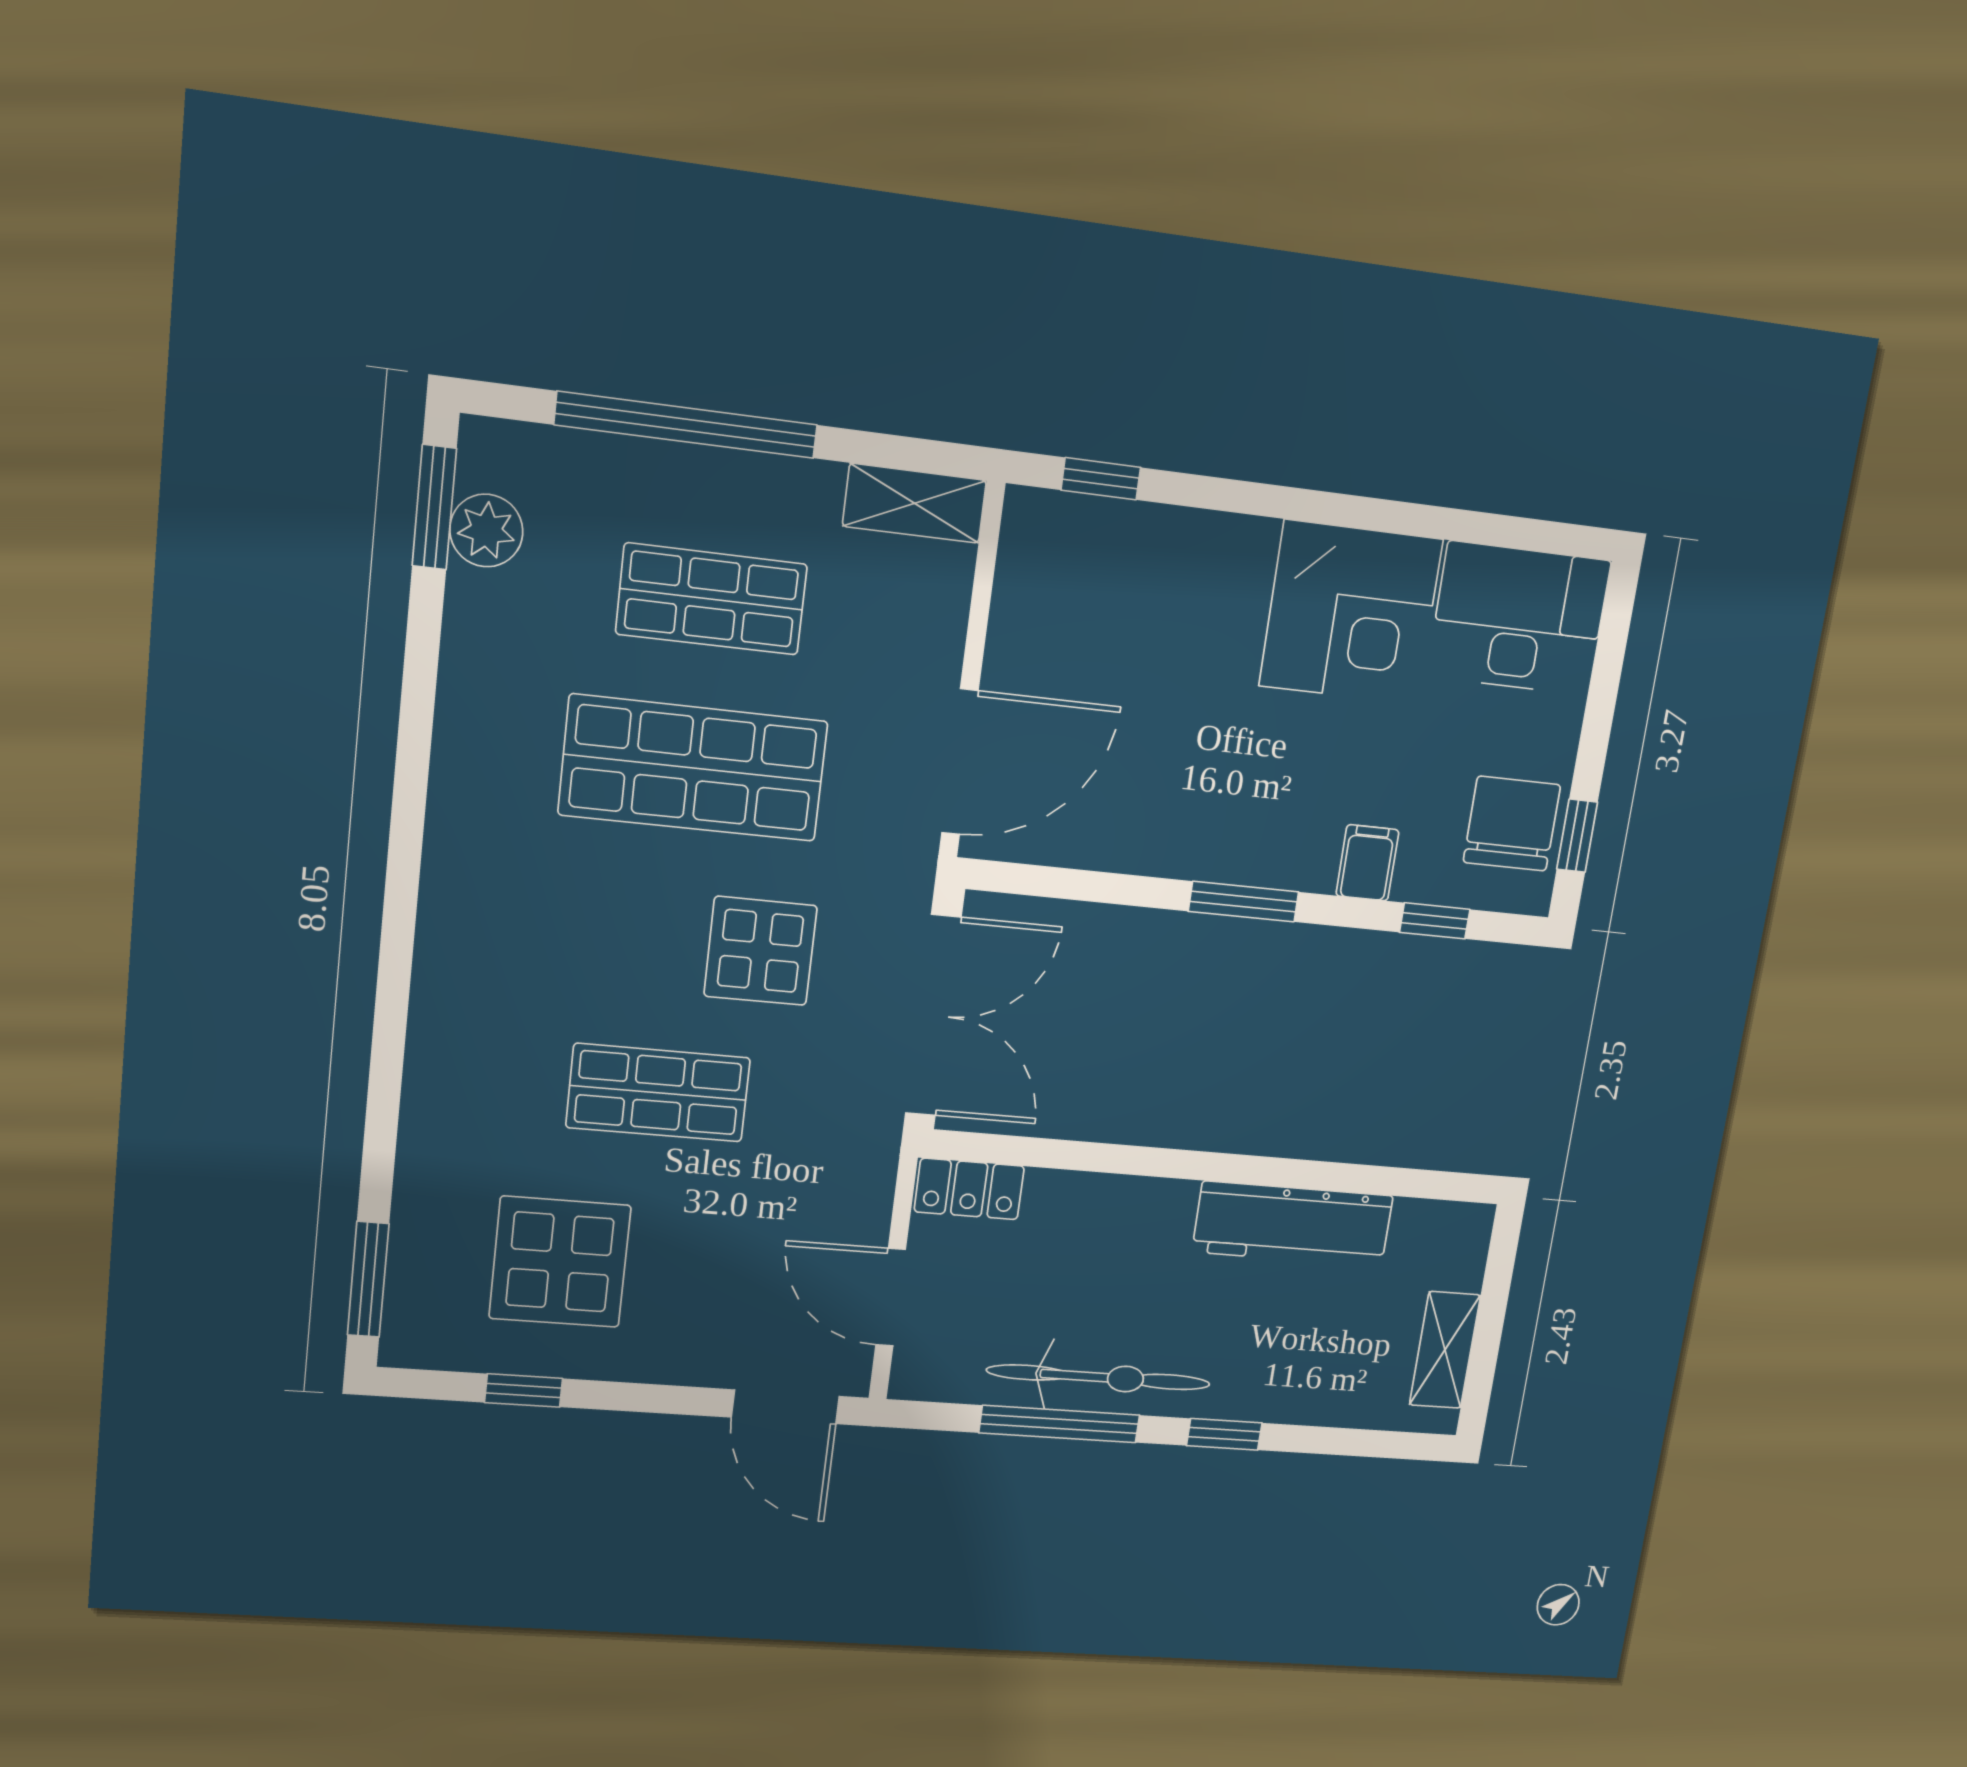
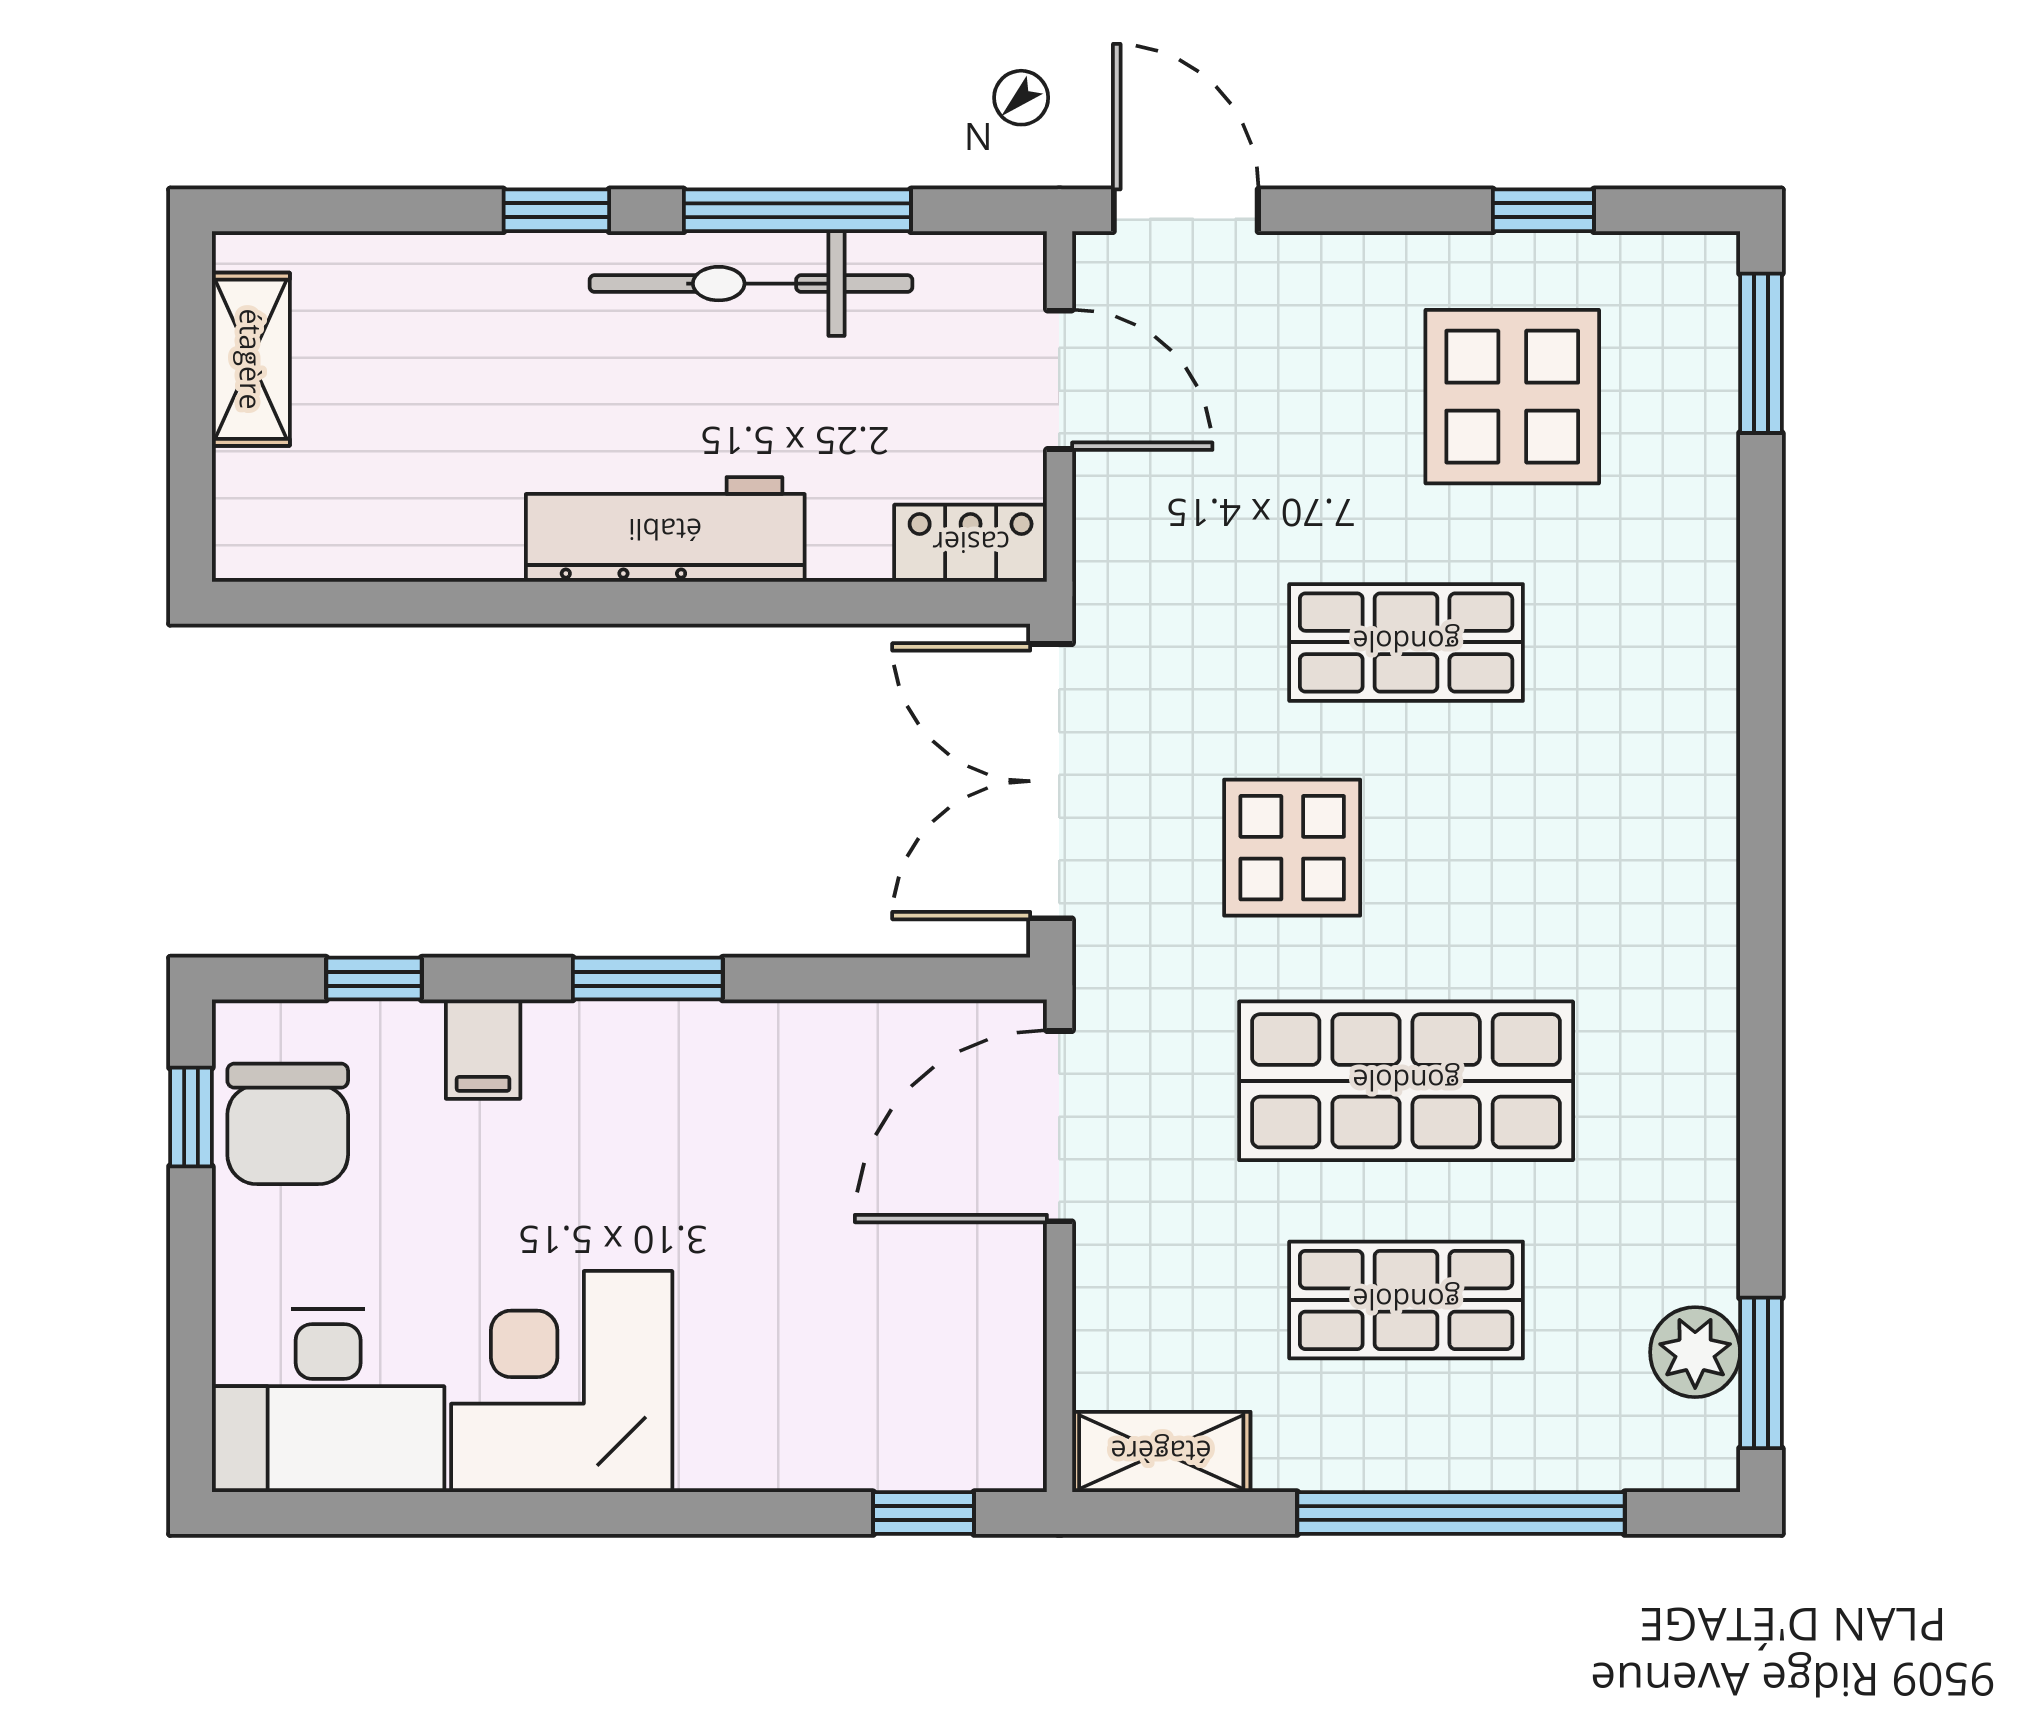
workbench: (1293, 1224) -> (665, 530), moved

